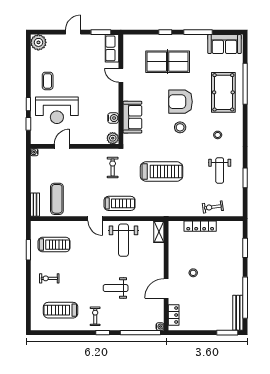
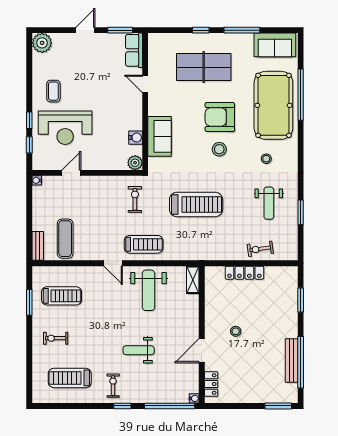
pool table: (223, 92) -> (273, 105), width x1.36, depth x1.32
bench: (238, 313) -> (292, 361), moved

